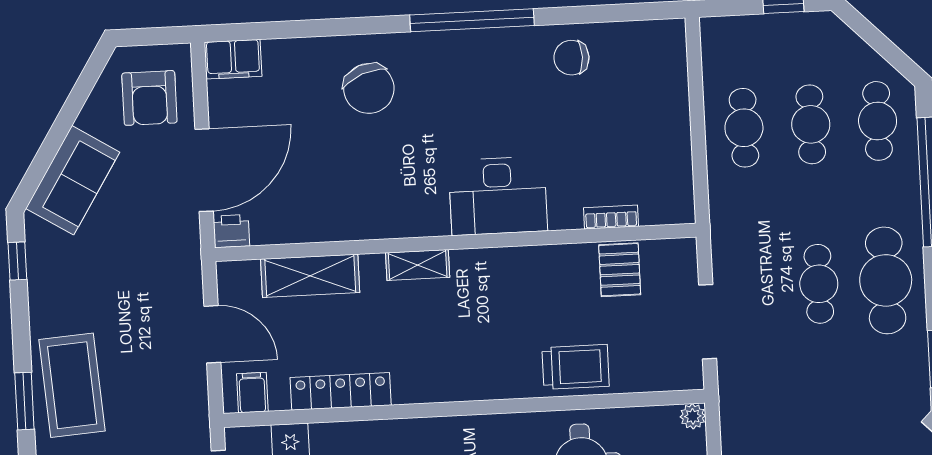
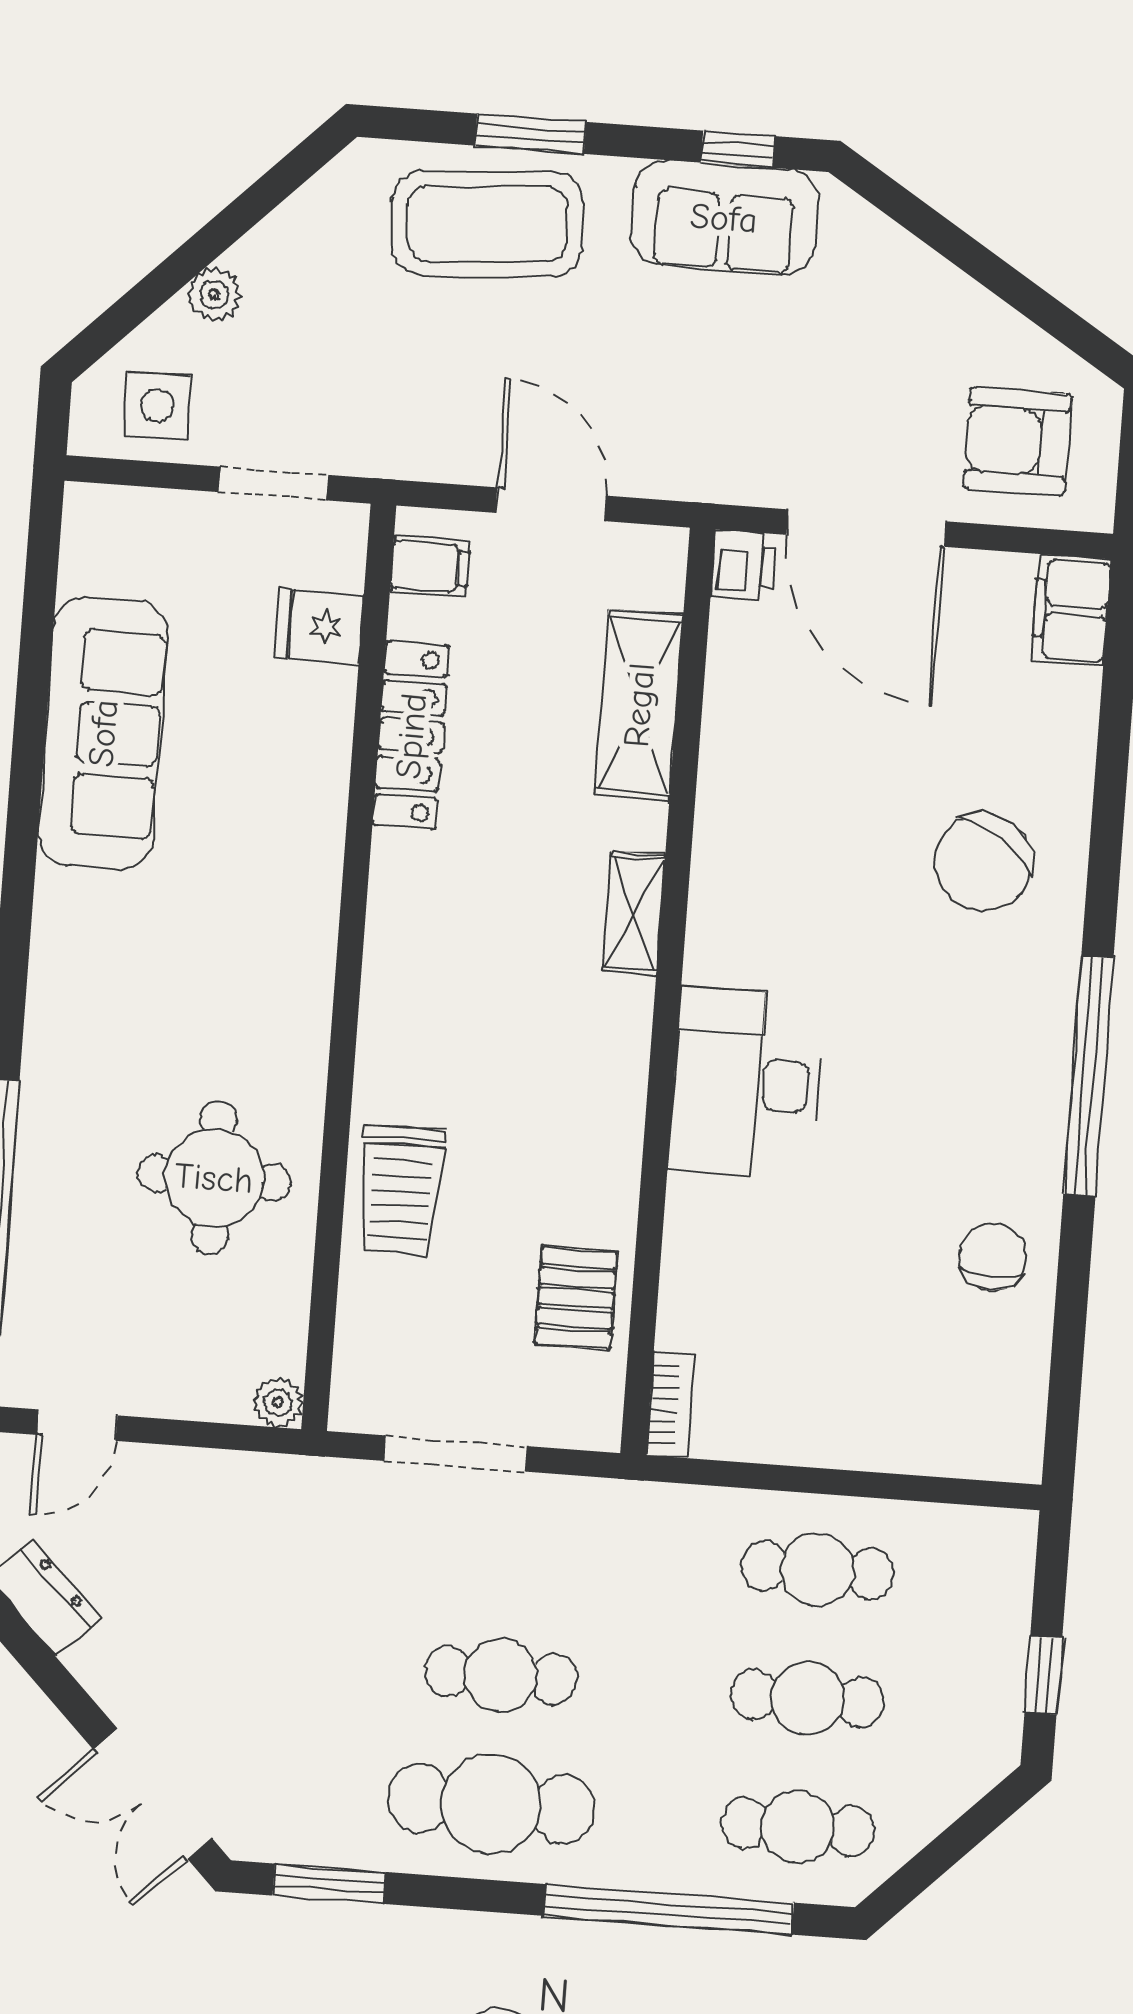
chair: (369, 88) -> (983, 863), turned -35
sofa: (73, 180) -> (724, 218), moved, turned -32
bookcase: (611, 217) -> (670, 1405), moved
pallet: (620, 270) -> (576, 1298), turned 90
door: (212, 334) -> (551, 504), swing flipped
window: (24, 401) -> (530, 134), moved

